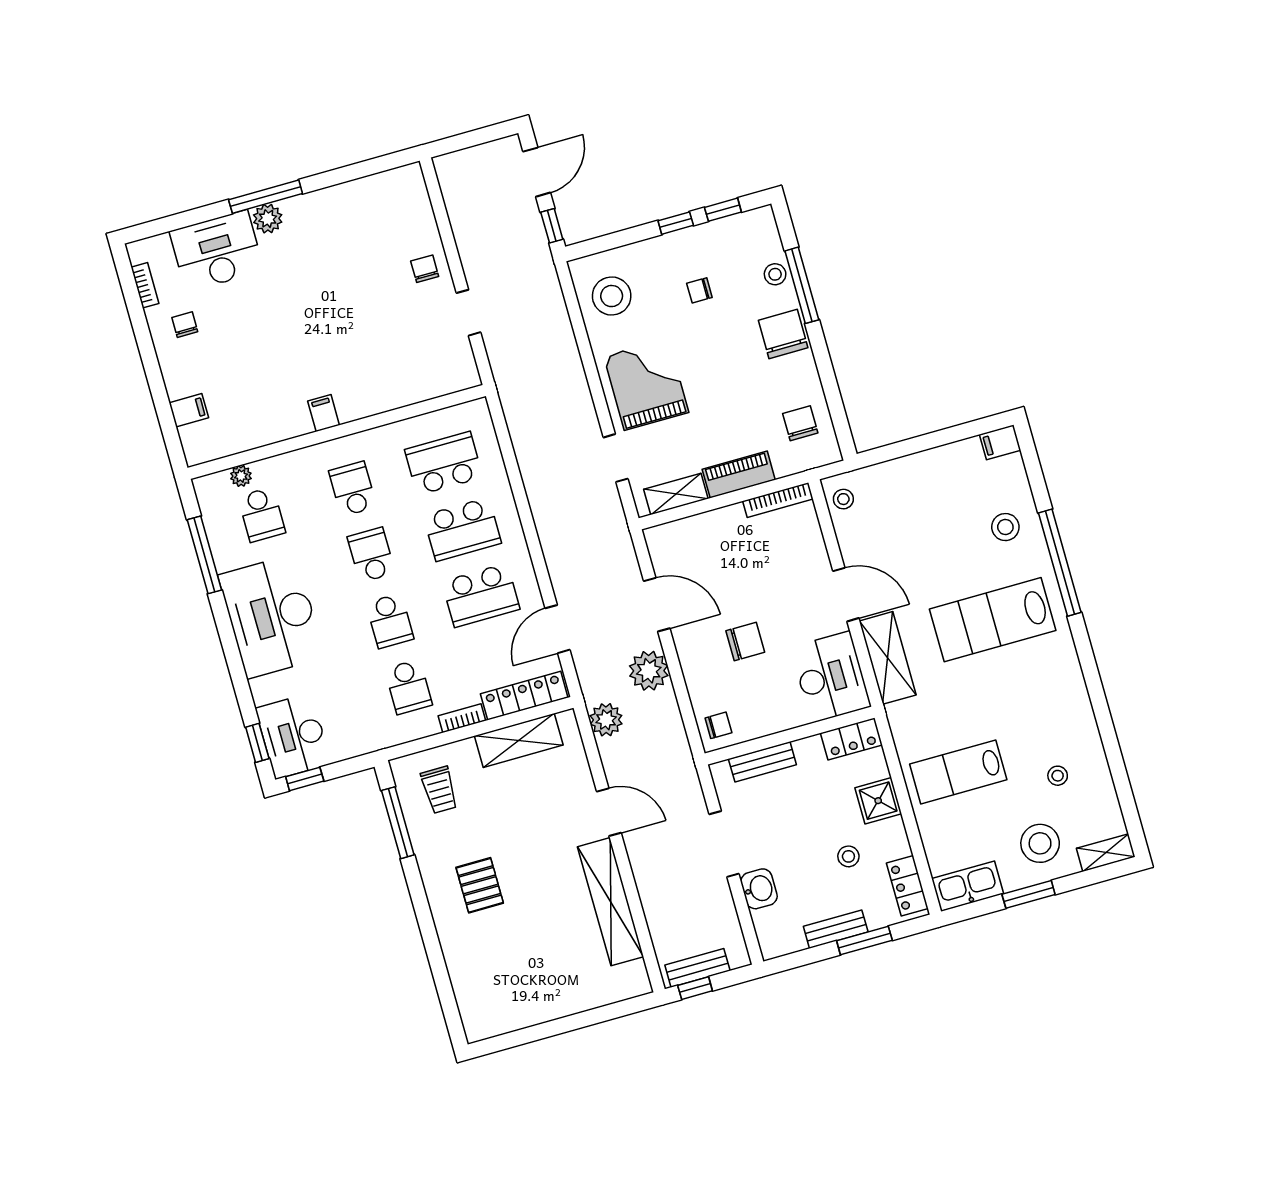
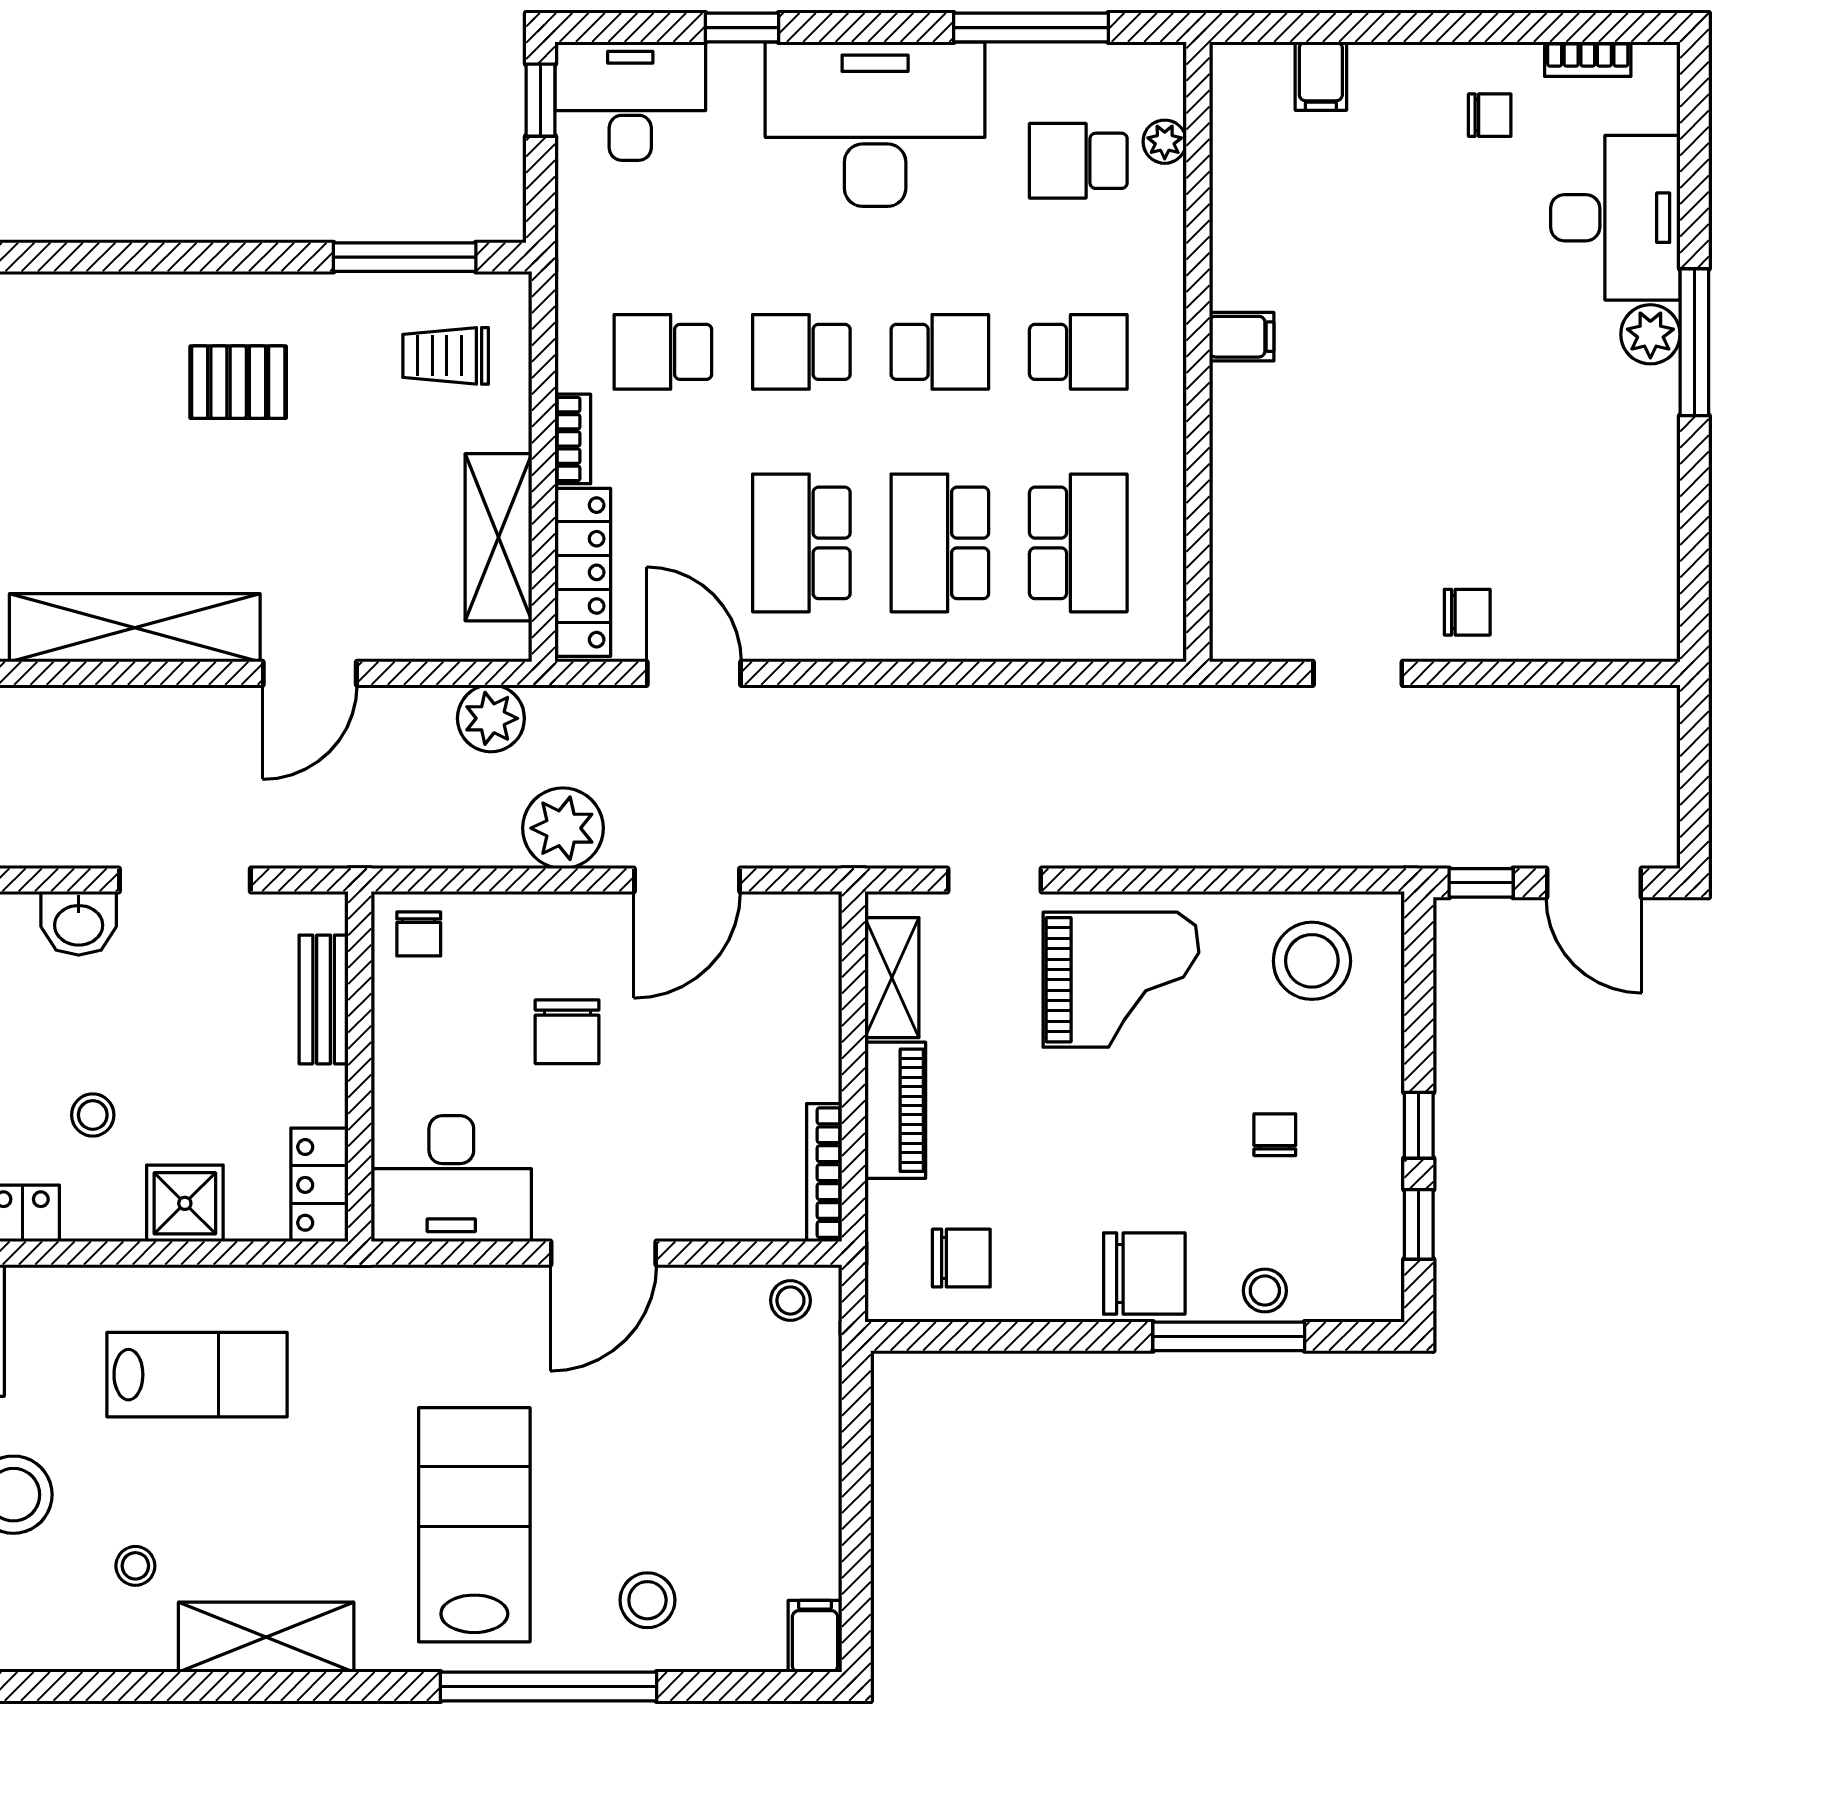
shelving: (888, 658) -> (266, 1637), moved
window: (257, 743) -> (742, 28), moved
lab bench: (958, 772) -> (197, 1375), turned 90

